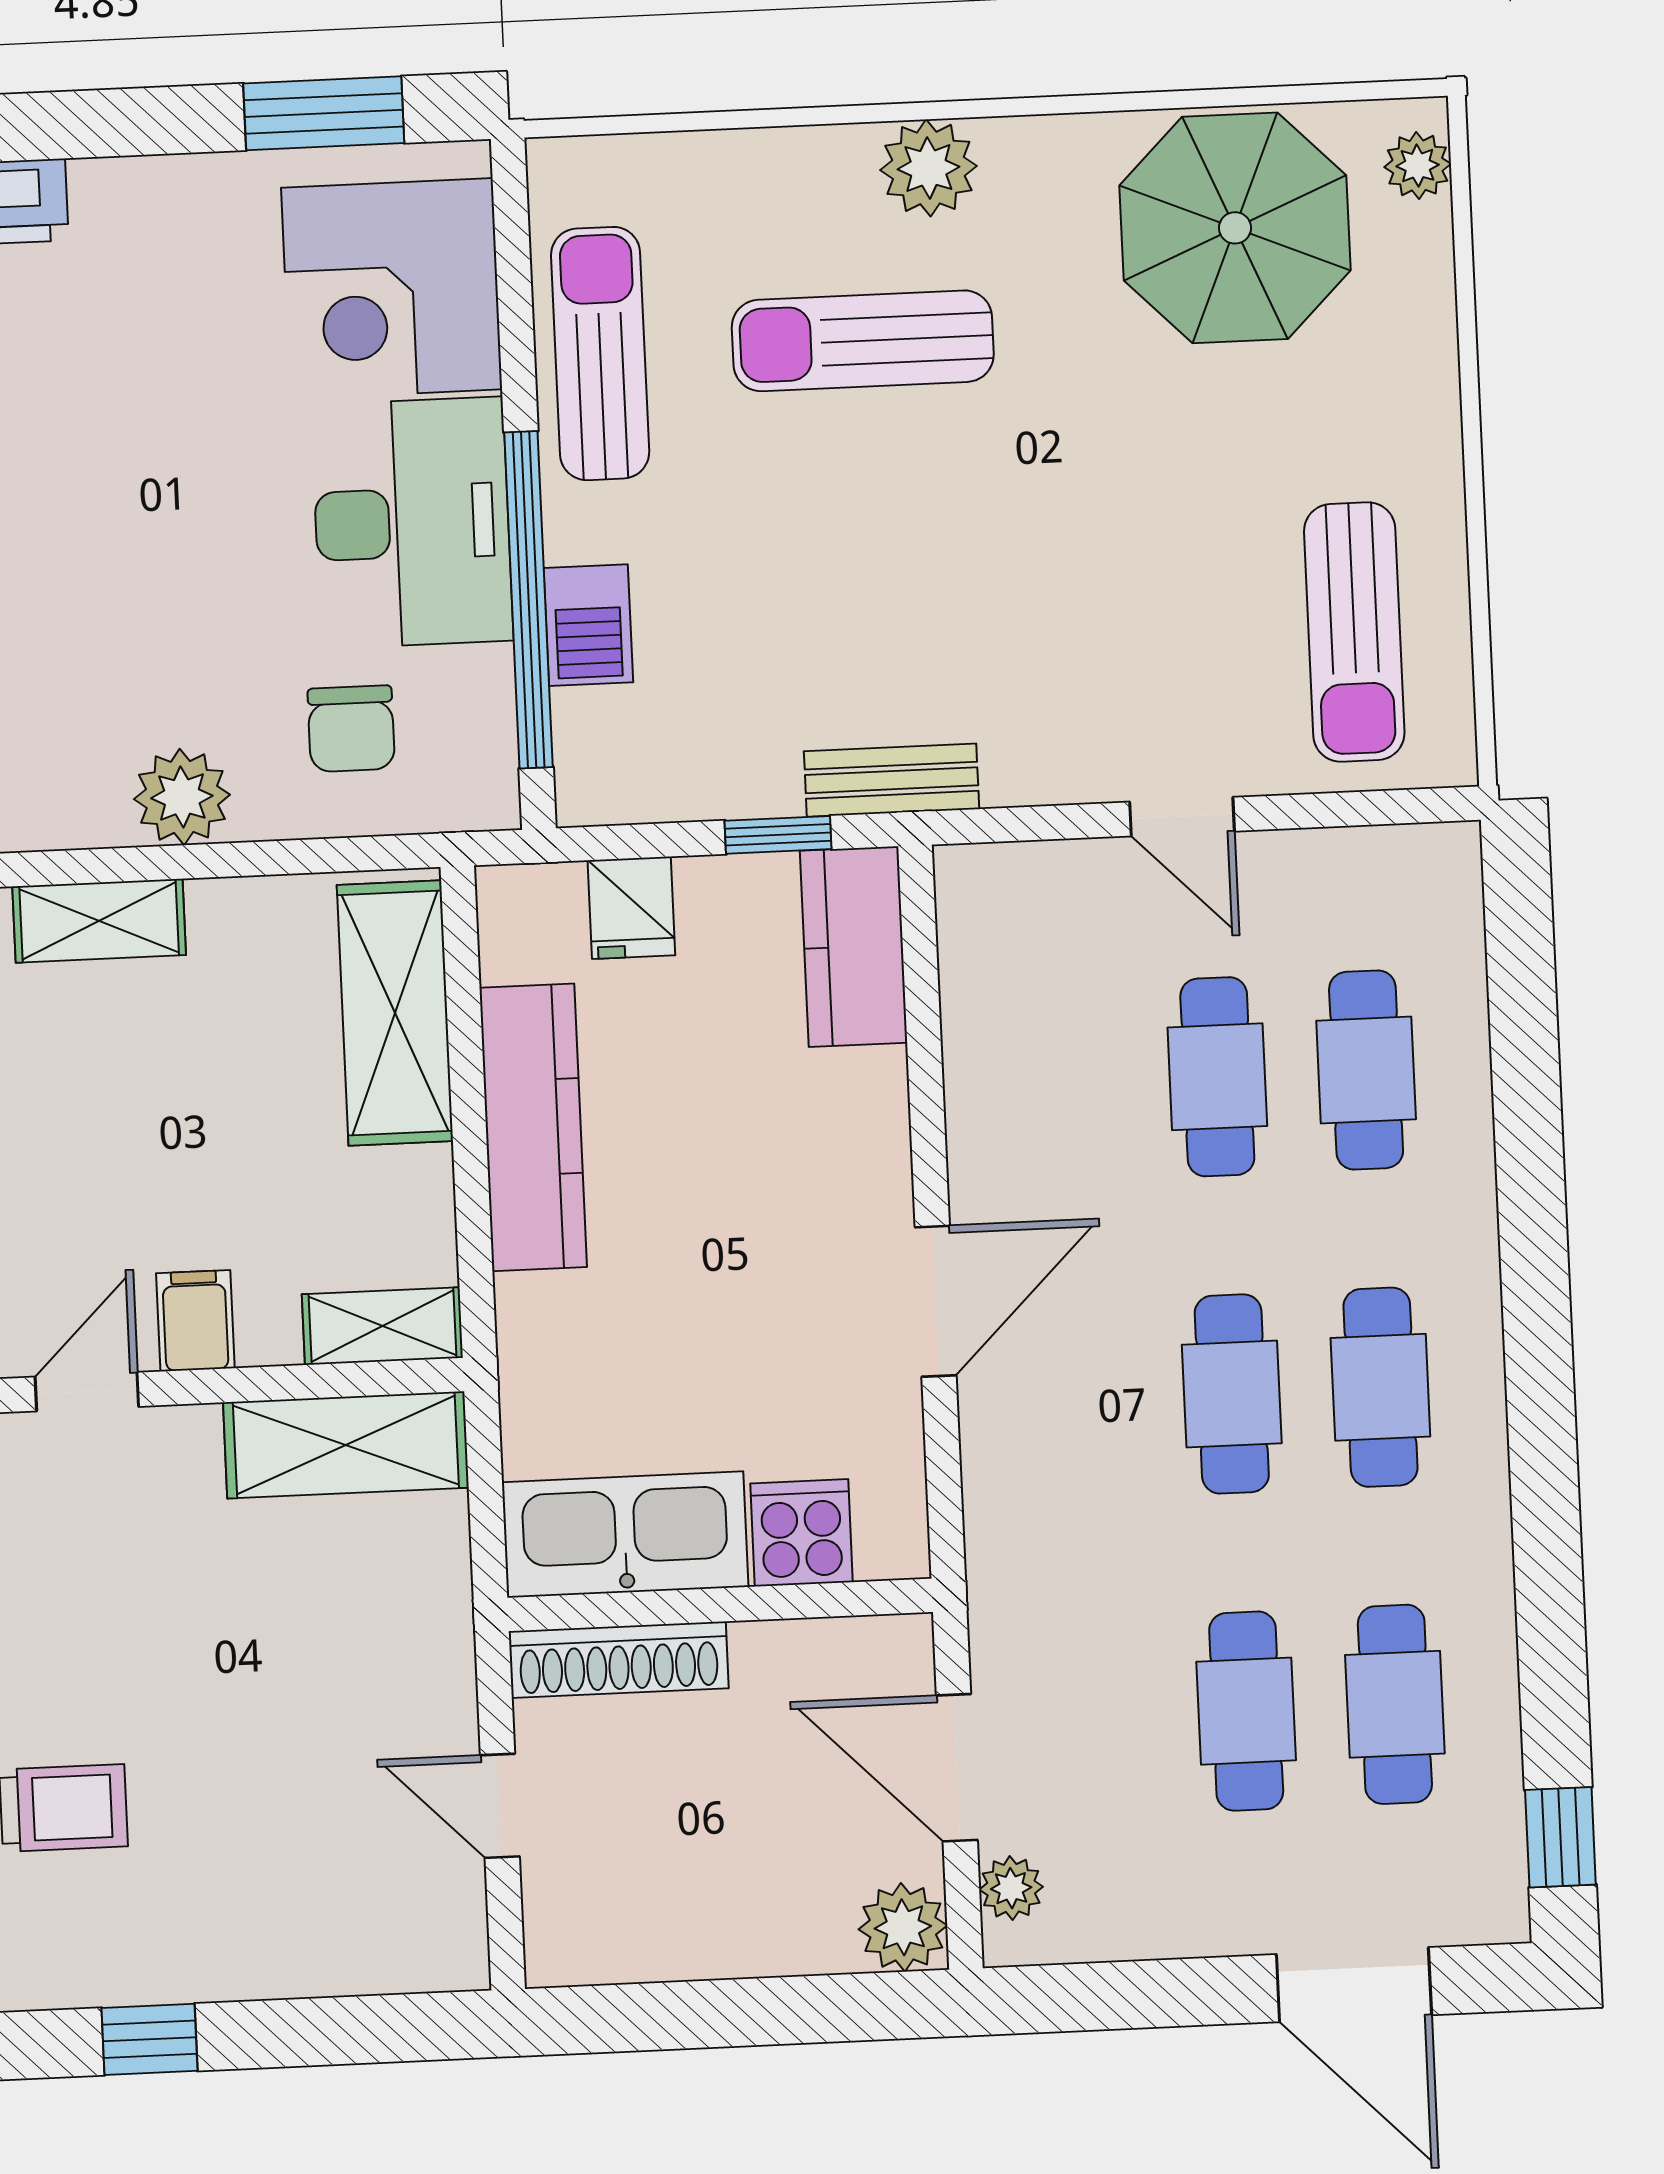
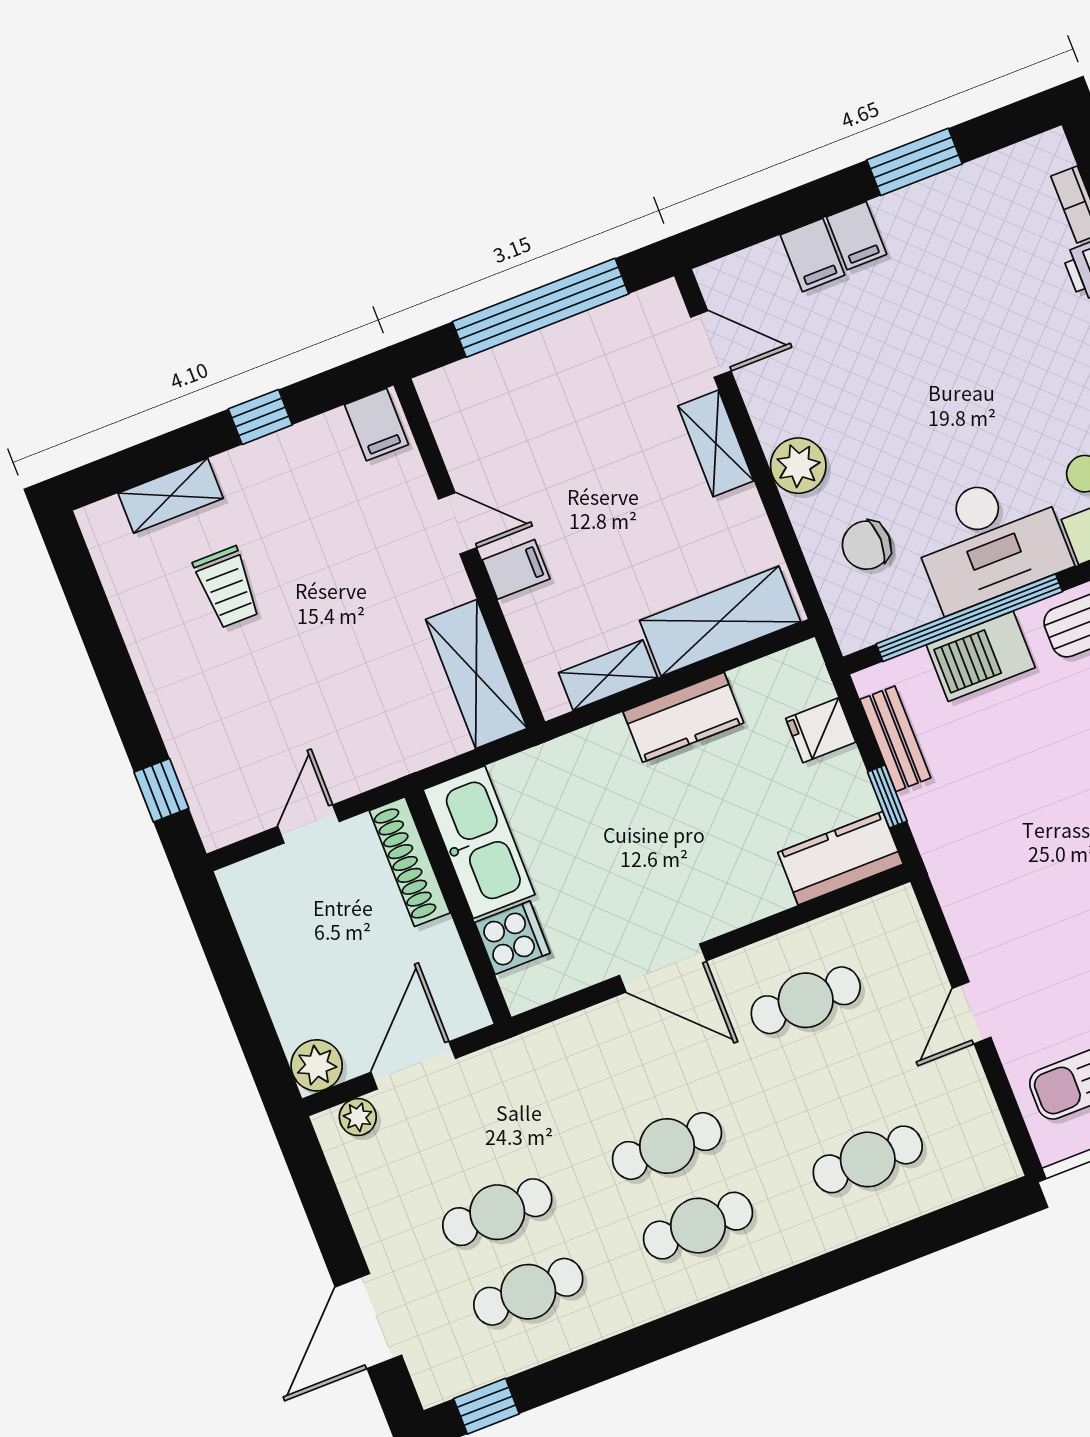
barbecue: (588, 625) -> (981, 656), width x1.38, depth x1.27
bench: (892, 780) -> (895, 739), moved
cafe table: (1217, 1077) -> (806, 1000), moved
kitchen counter: (533, 1127) -> (683, 717), width x0.67
shelving: (382, 1326) -> (608, 675), moved, turned 90
window: (149, 2039) -> (161, 790), moved

